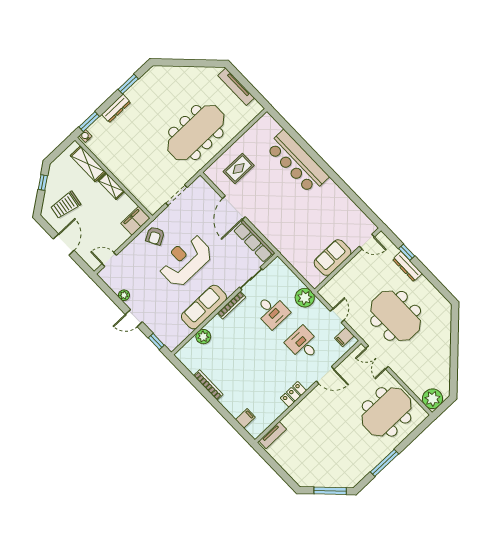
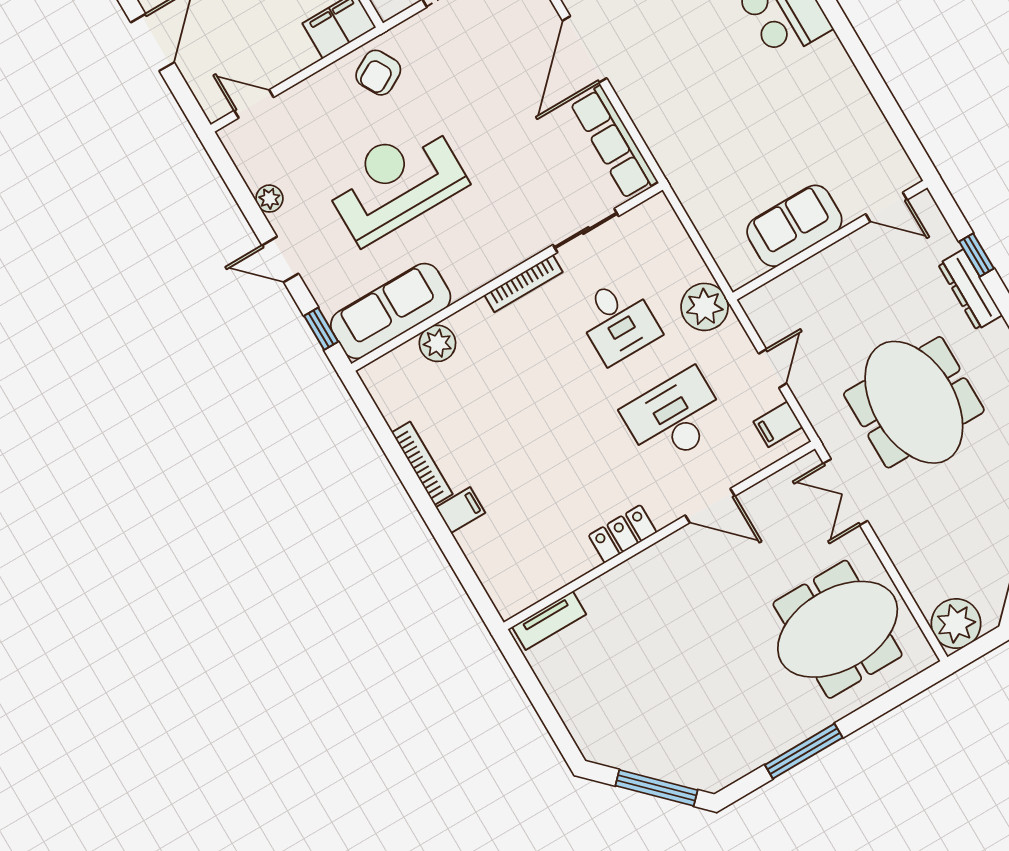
reception desk: (185, 260) -> (395, 182), moved
sofa: (204, 307) -> (391, 311), moved
desk: (303, 344) -> (675, 417), width x1.37
filing cabinet: (245, 418) -> (461, 510), moved

